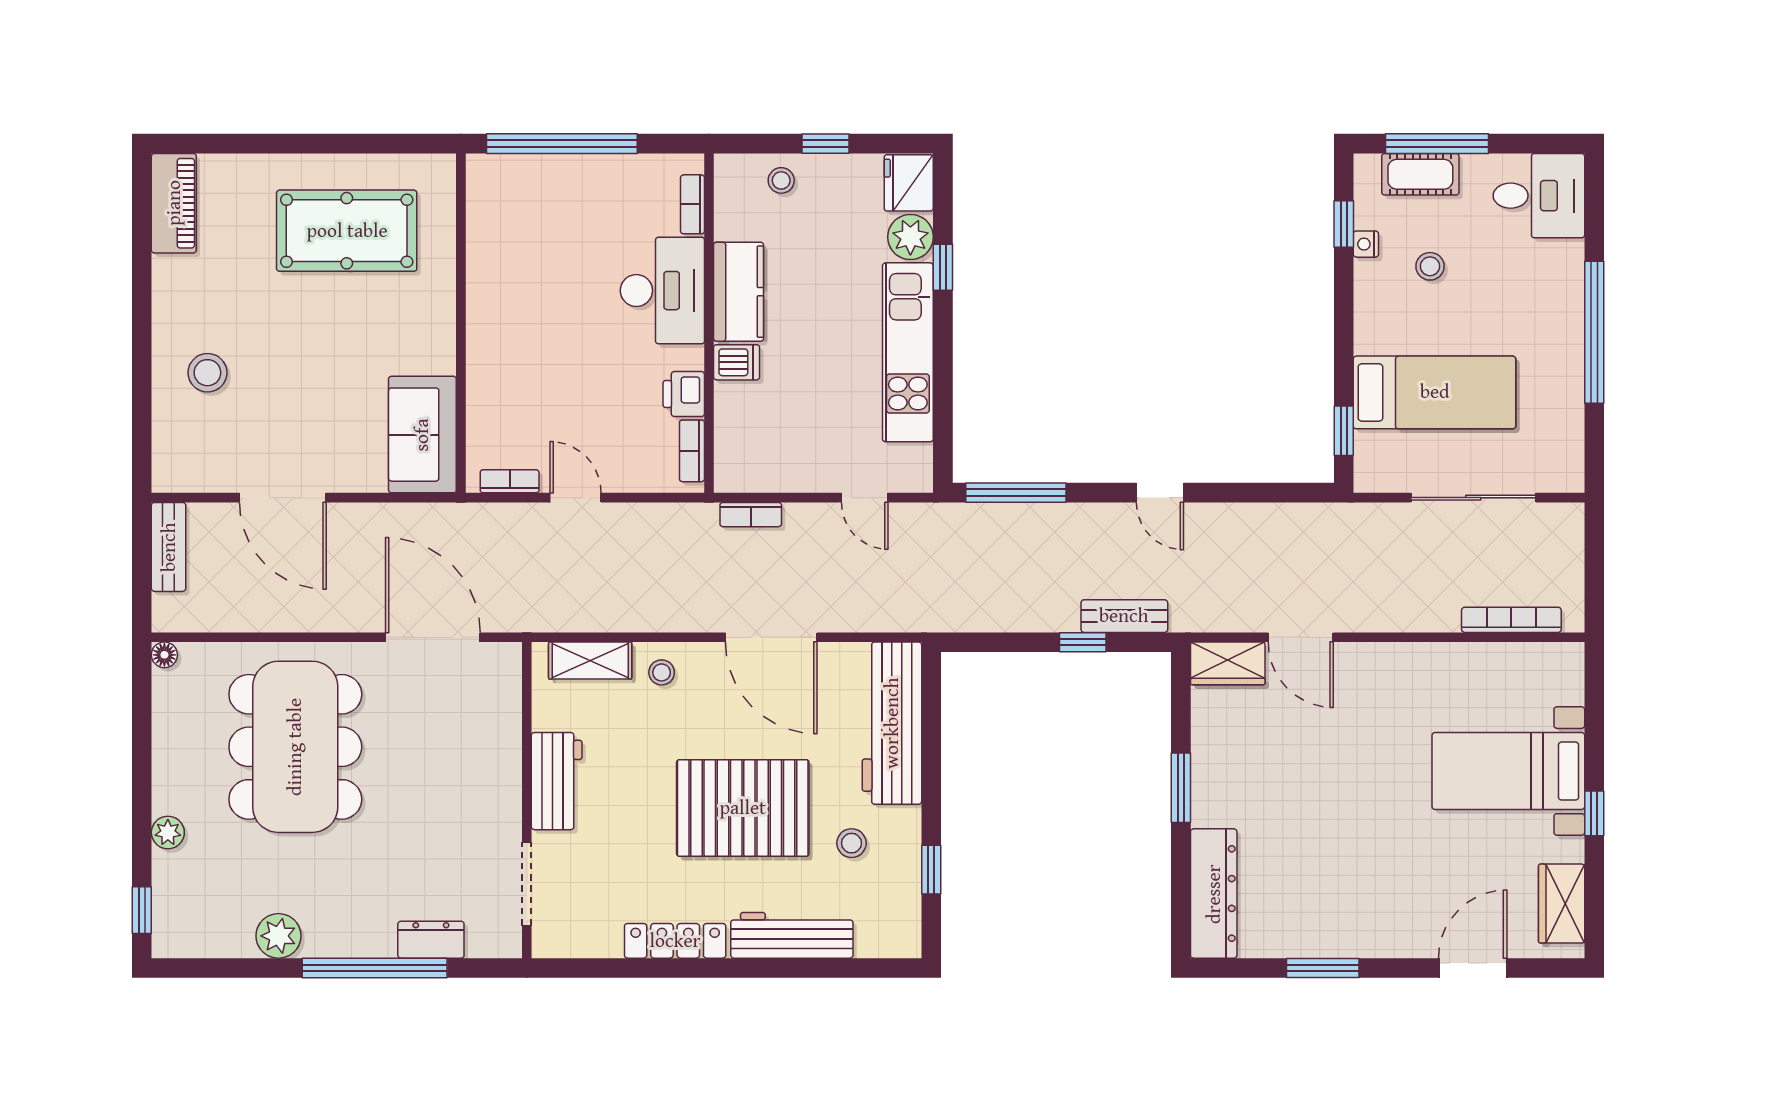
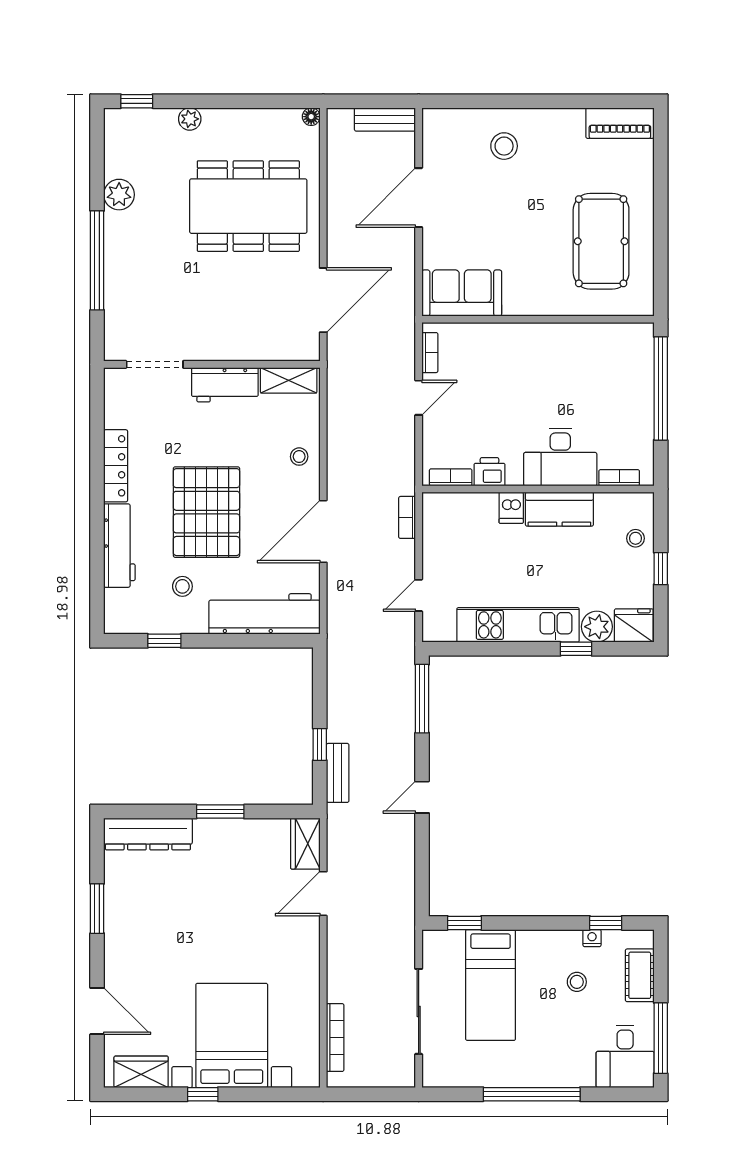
window: (1437, 144) -> (661, 1038), moved
shelving: (590, 661) -> (289, 380), moved, turned 90
bed with nightstands: (1508, 771) -> (232, 1035), width x1.36
dresser: (431, 940) -> (116, 299), removed

